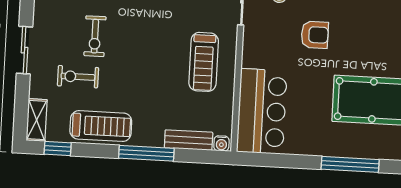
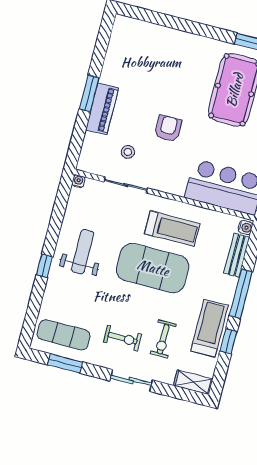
exercise bike: (95, 36) -> (123, 338), moved
exercise mat: (155, 49) -> (153, 268), added
window: (58, 148) -> (229, 341), moved

